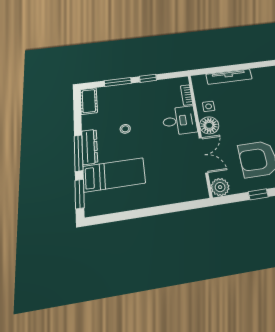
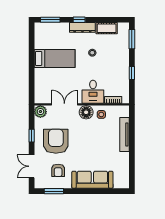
window: (118, 82) -> (132, 39), moved
cot: (89, 101) -> (107, 28), moved
window: (78, 153) -> (79, 20), width x0.46
double door: (203, 155) -> (64, 104), swing flipped
bed: (114, 175) -> (55, 58), moved, turned -90

